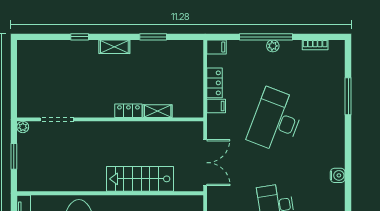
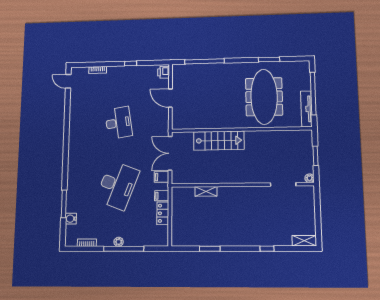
shelving: (114, 47) -> (304, 241), moved
filing cabinet: (217, 47) -> (162, 177), moved
locker: (128, 111) -> (228, 191), removed
water cooler: (338, 175) -> (71, 219), moved

